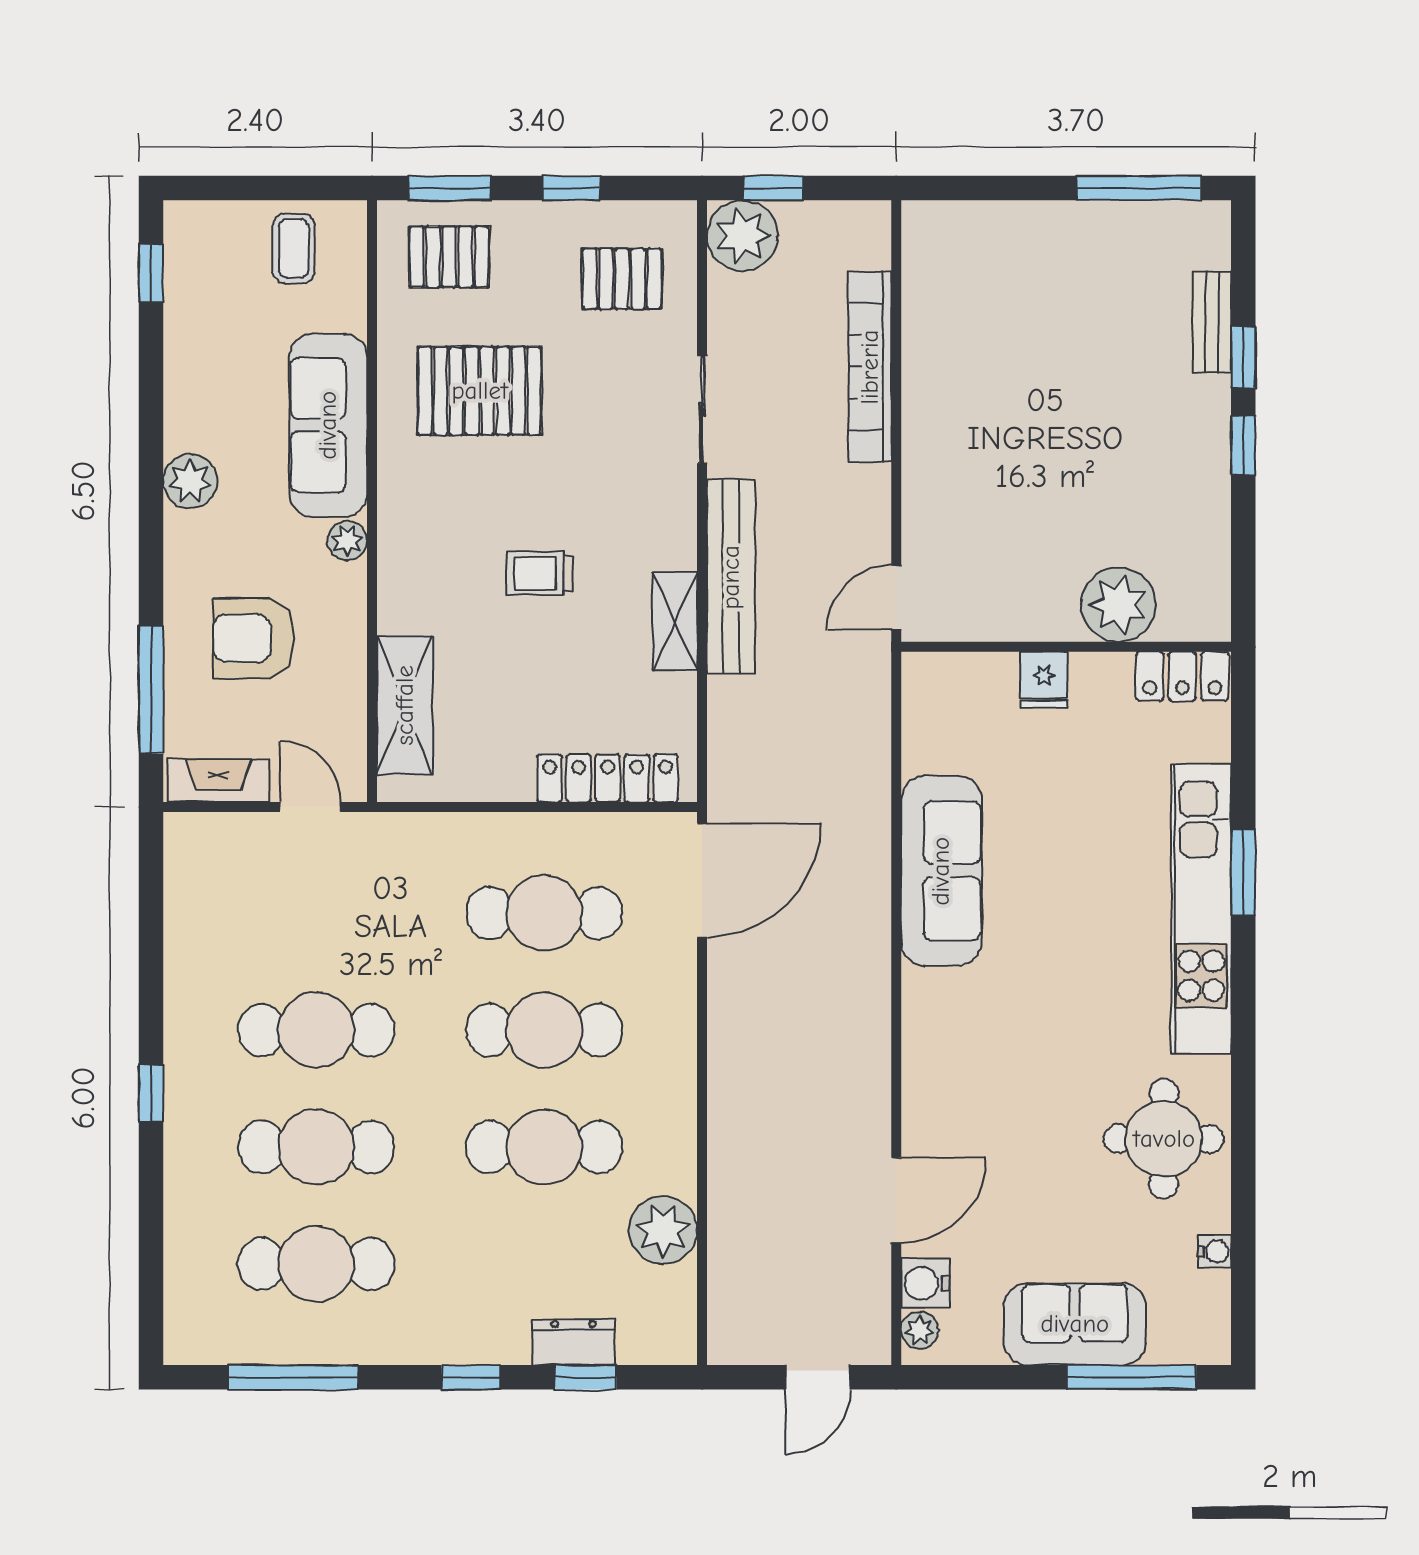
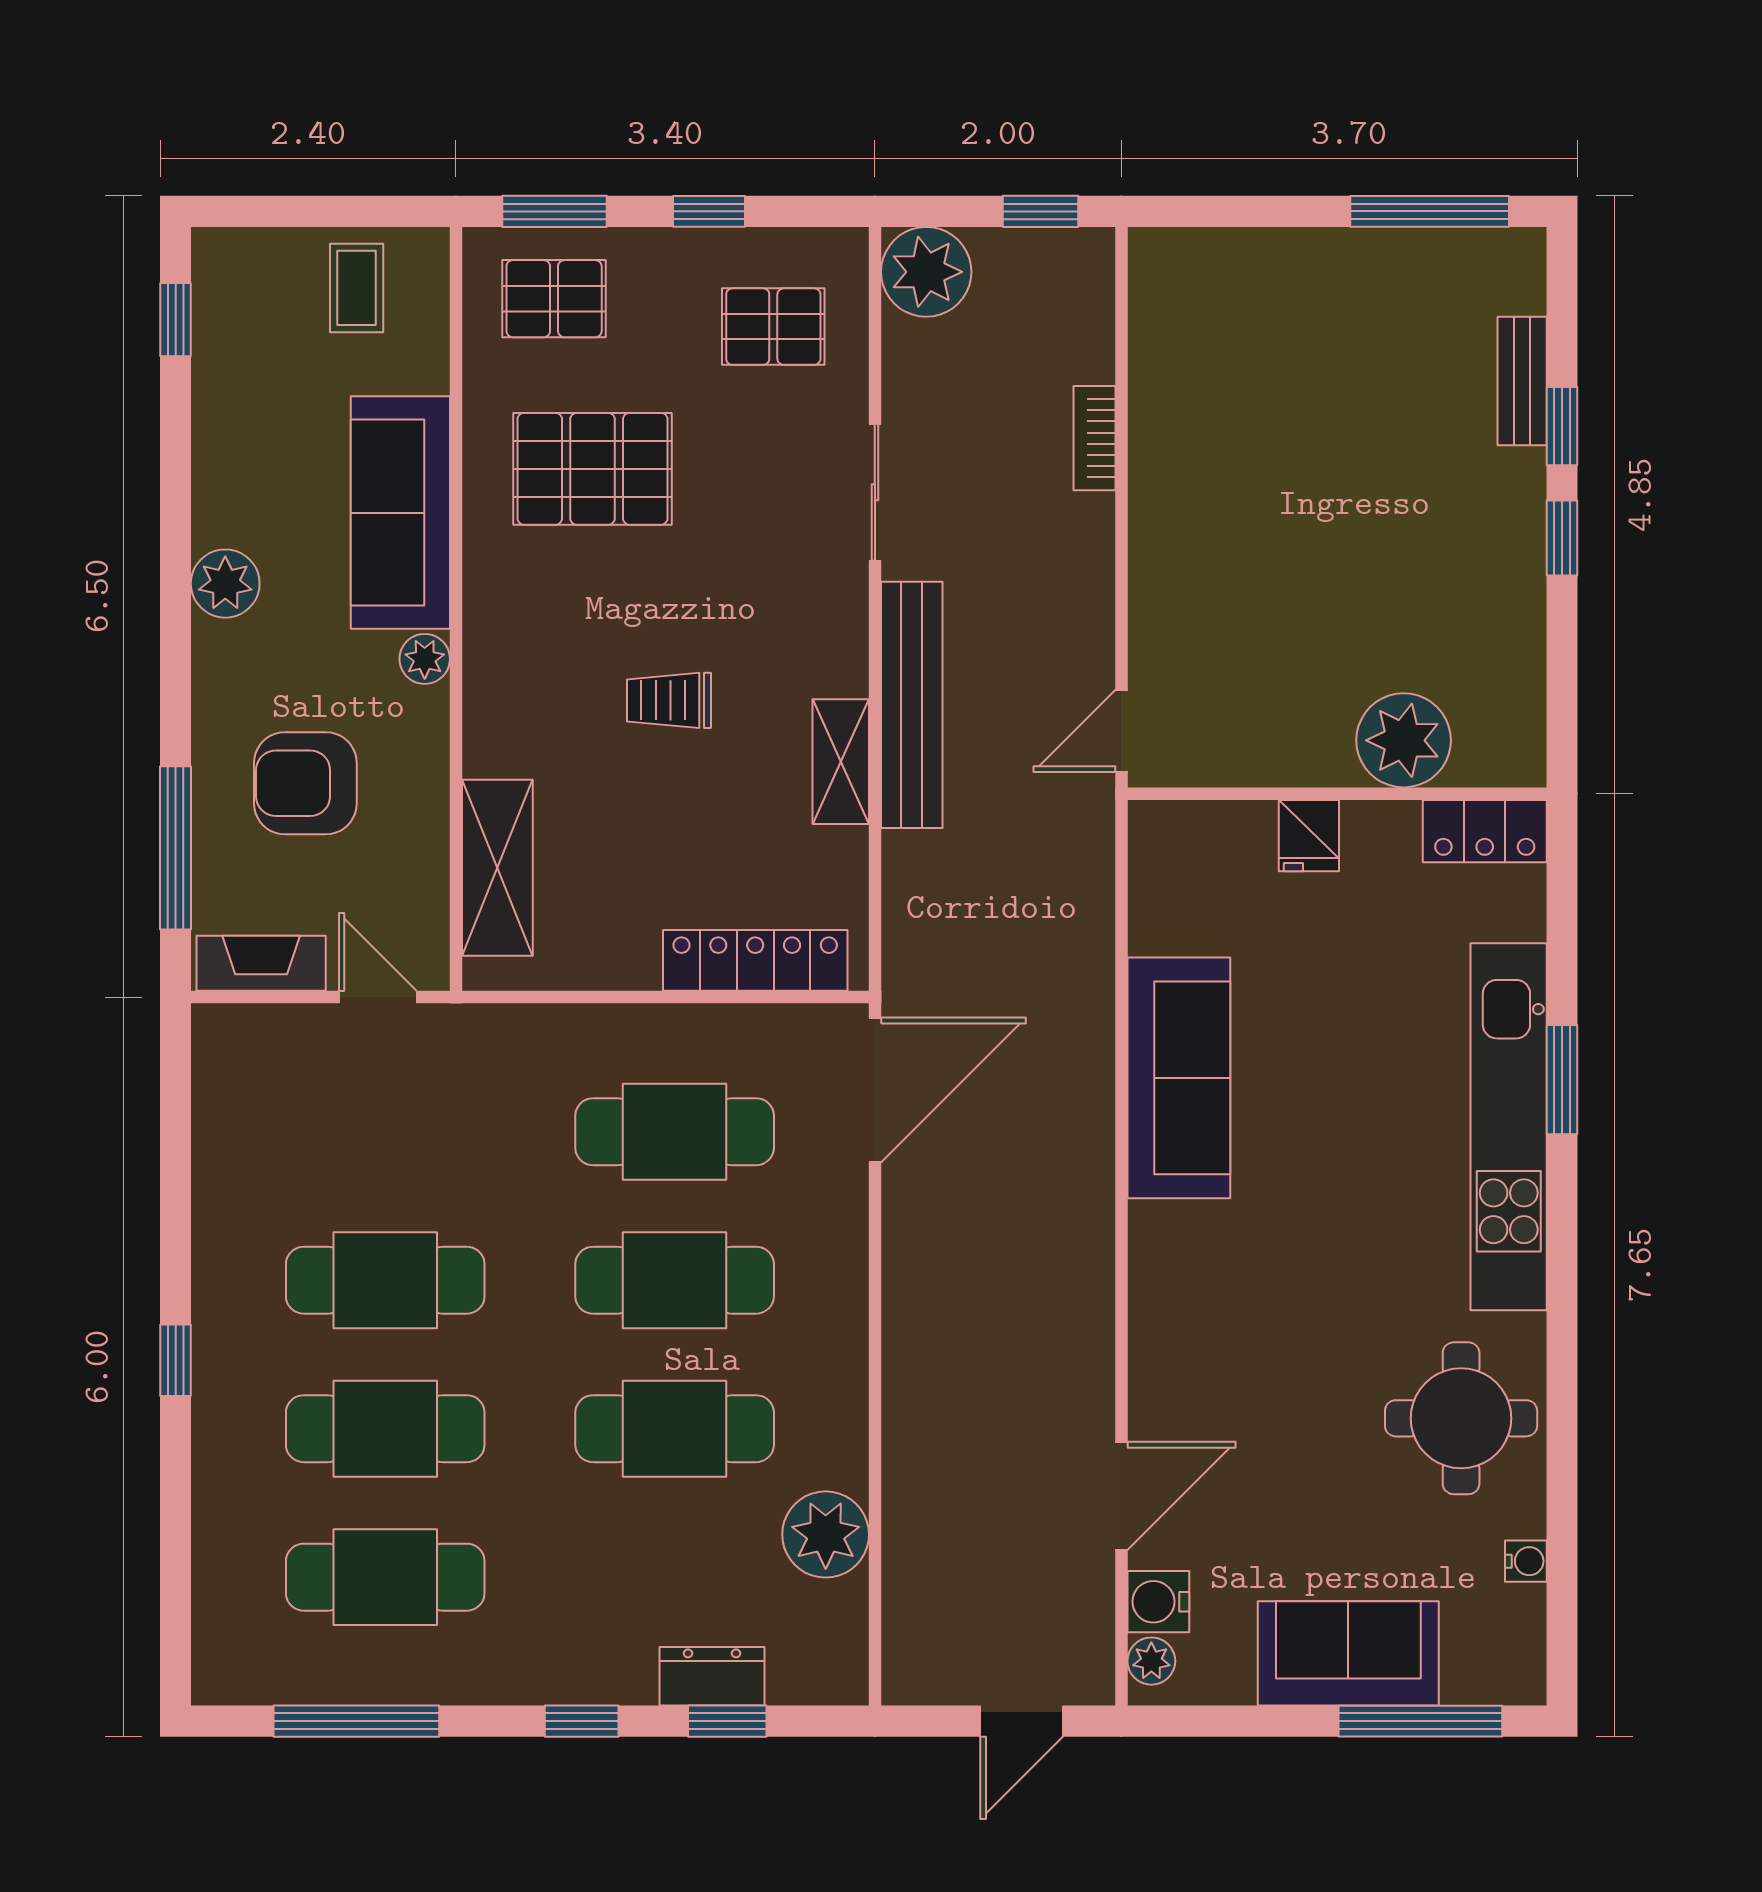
window: (773, 188) -> (1041, 211), moved
bookcase: (870, 367) -> (1094, 438), width x0.43, depth x0.76

